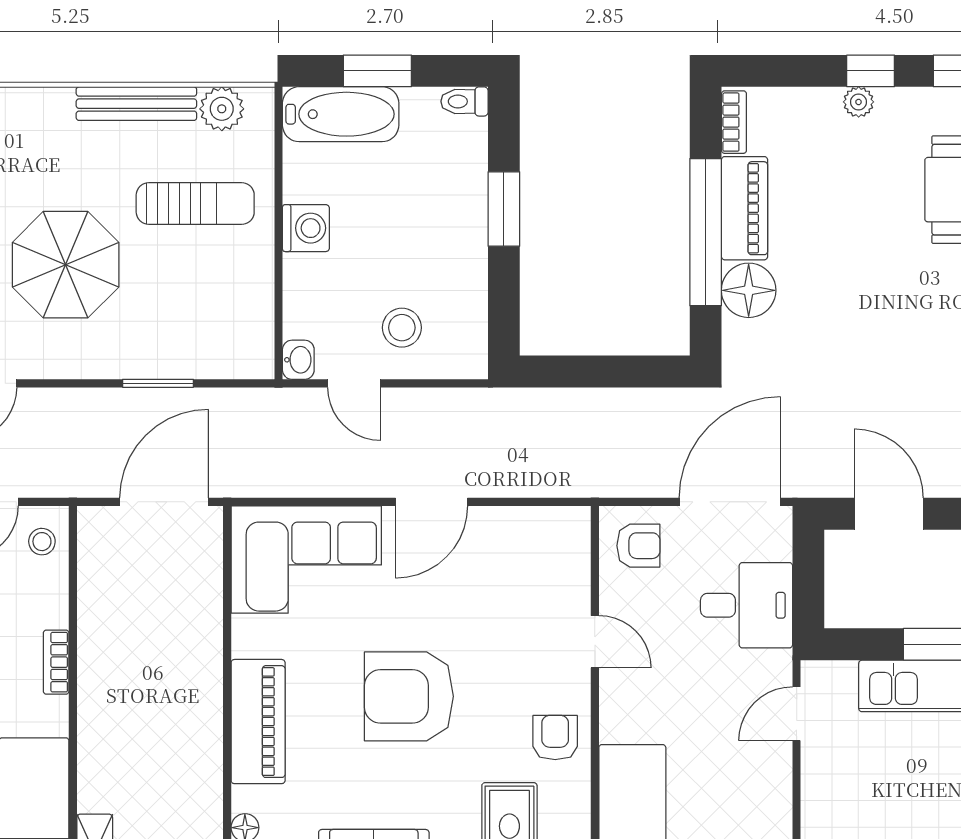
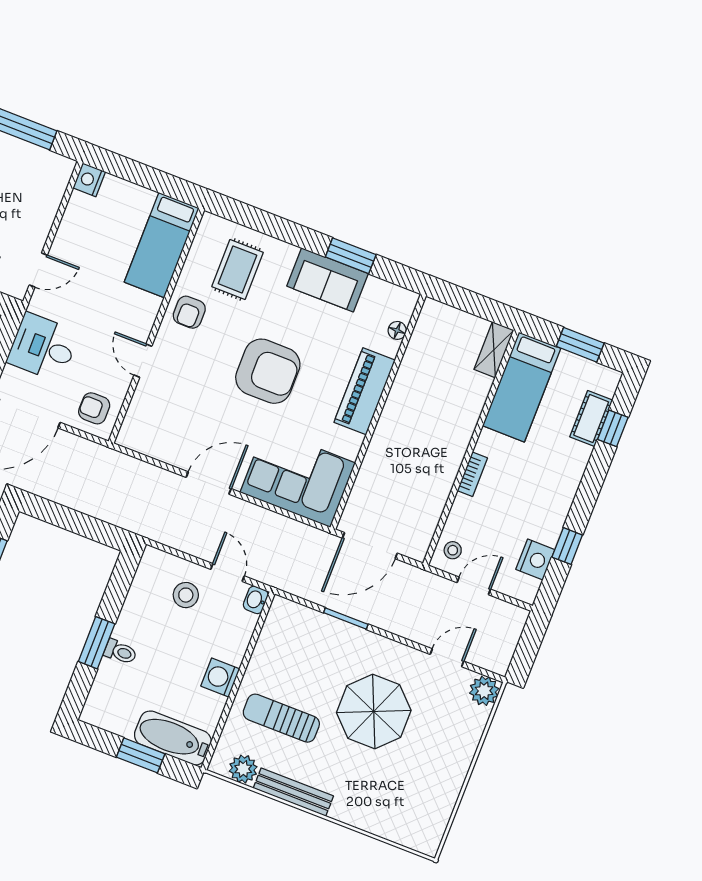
toilet: (464, 101) -> (120, 652), moved

